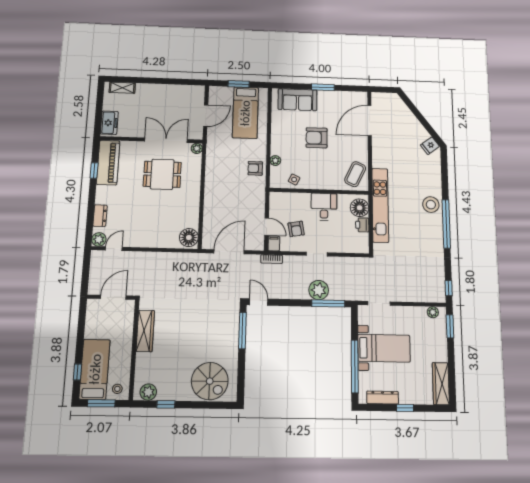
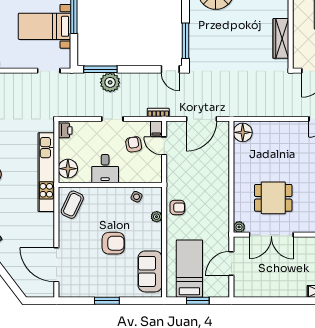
sofa: (297, 100) -> (150, 271), moved, turned -90
door: (370, 120) -> (56, 265), swing flipped
printer: (362, 225) -> (65, 130), moved

